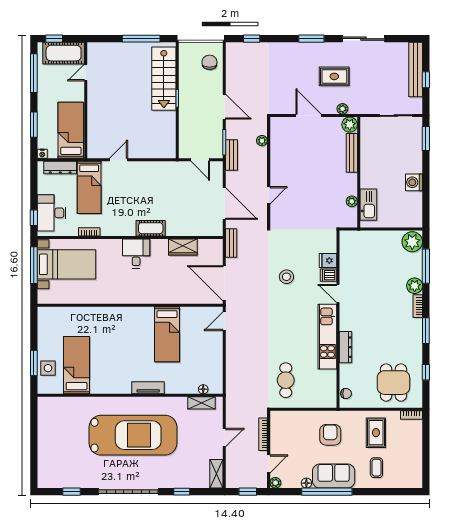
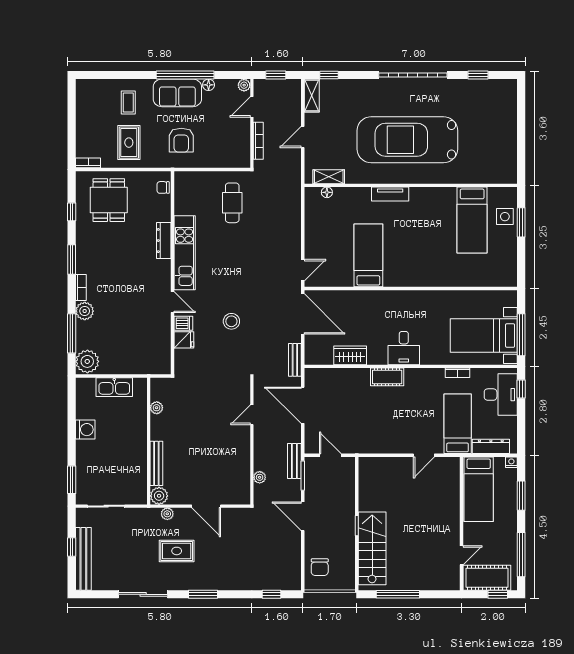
kitchen sink: (368, 205) -> (114, 387), moved, turned -90
window: (182, 492) -> (329, 75), moved

